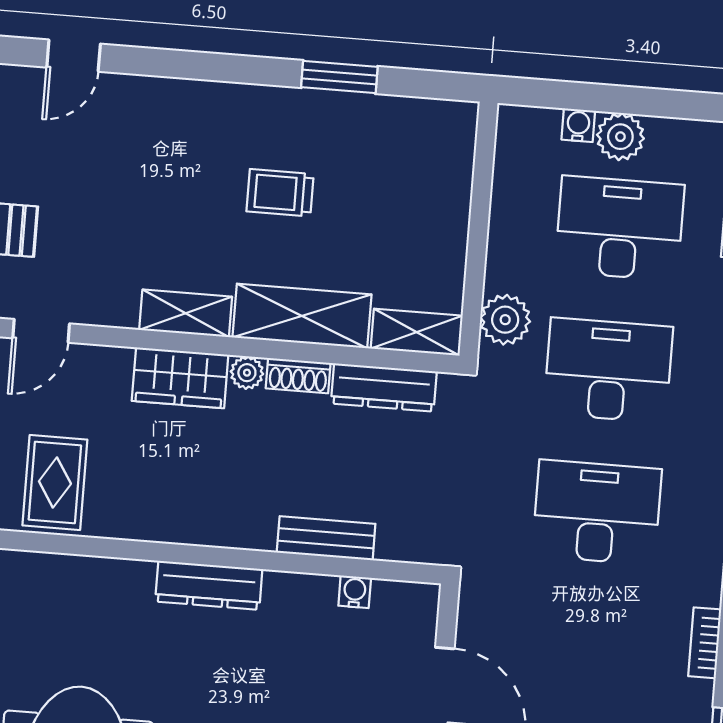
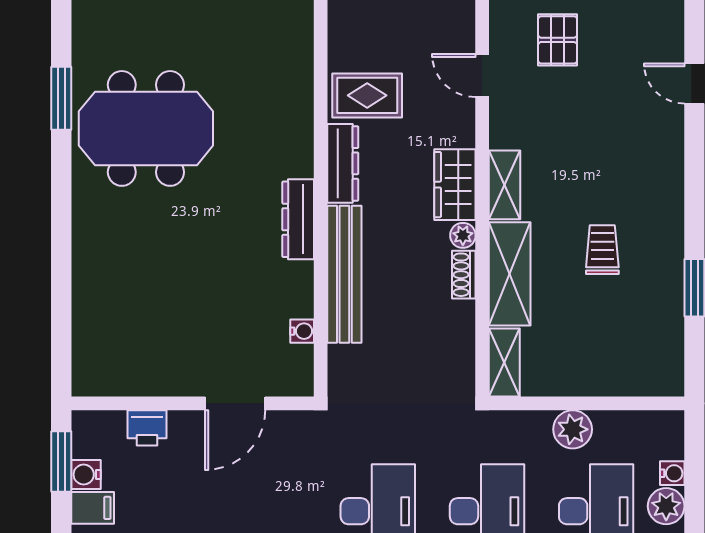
plant: (505, 320) -> (573, 429), moved
dresser: (384, 387) -> (343, 163), moved, turned 180
bench: (326, 538) -> (344, 274), width x1.86, depth x1.21

